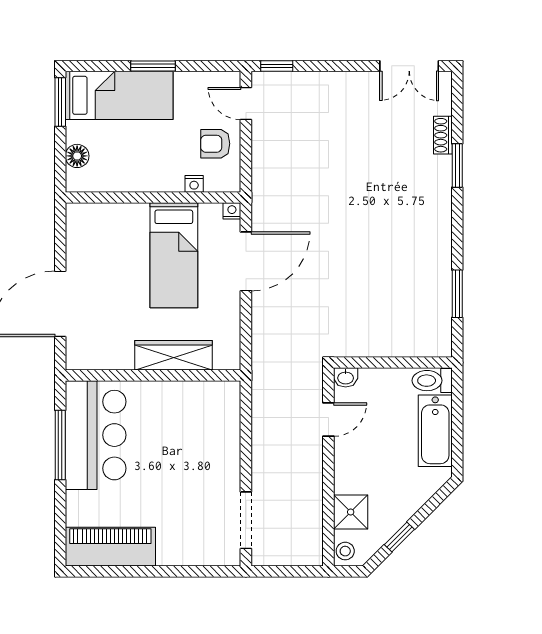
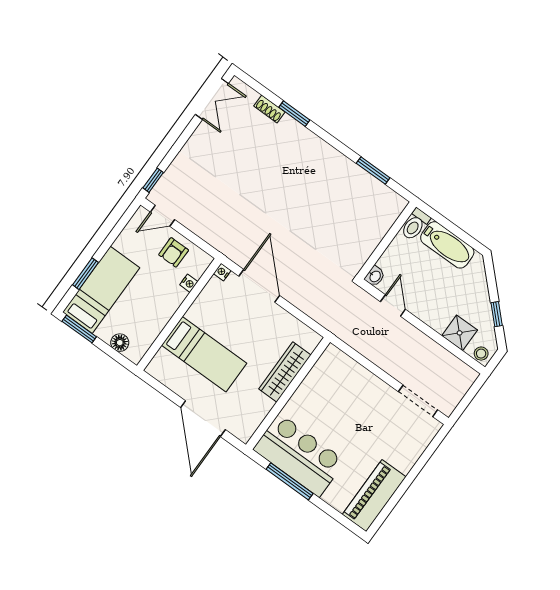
window: (153, 66) -> (85, 274), moved
bed: (174, 255) -> (204, 354), moved

